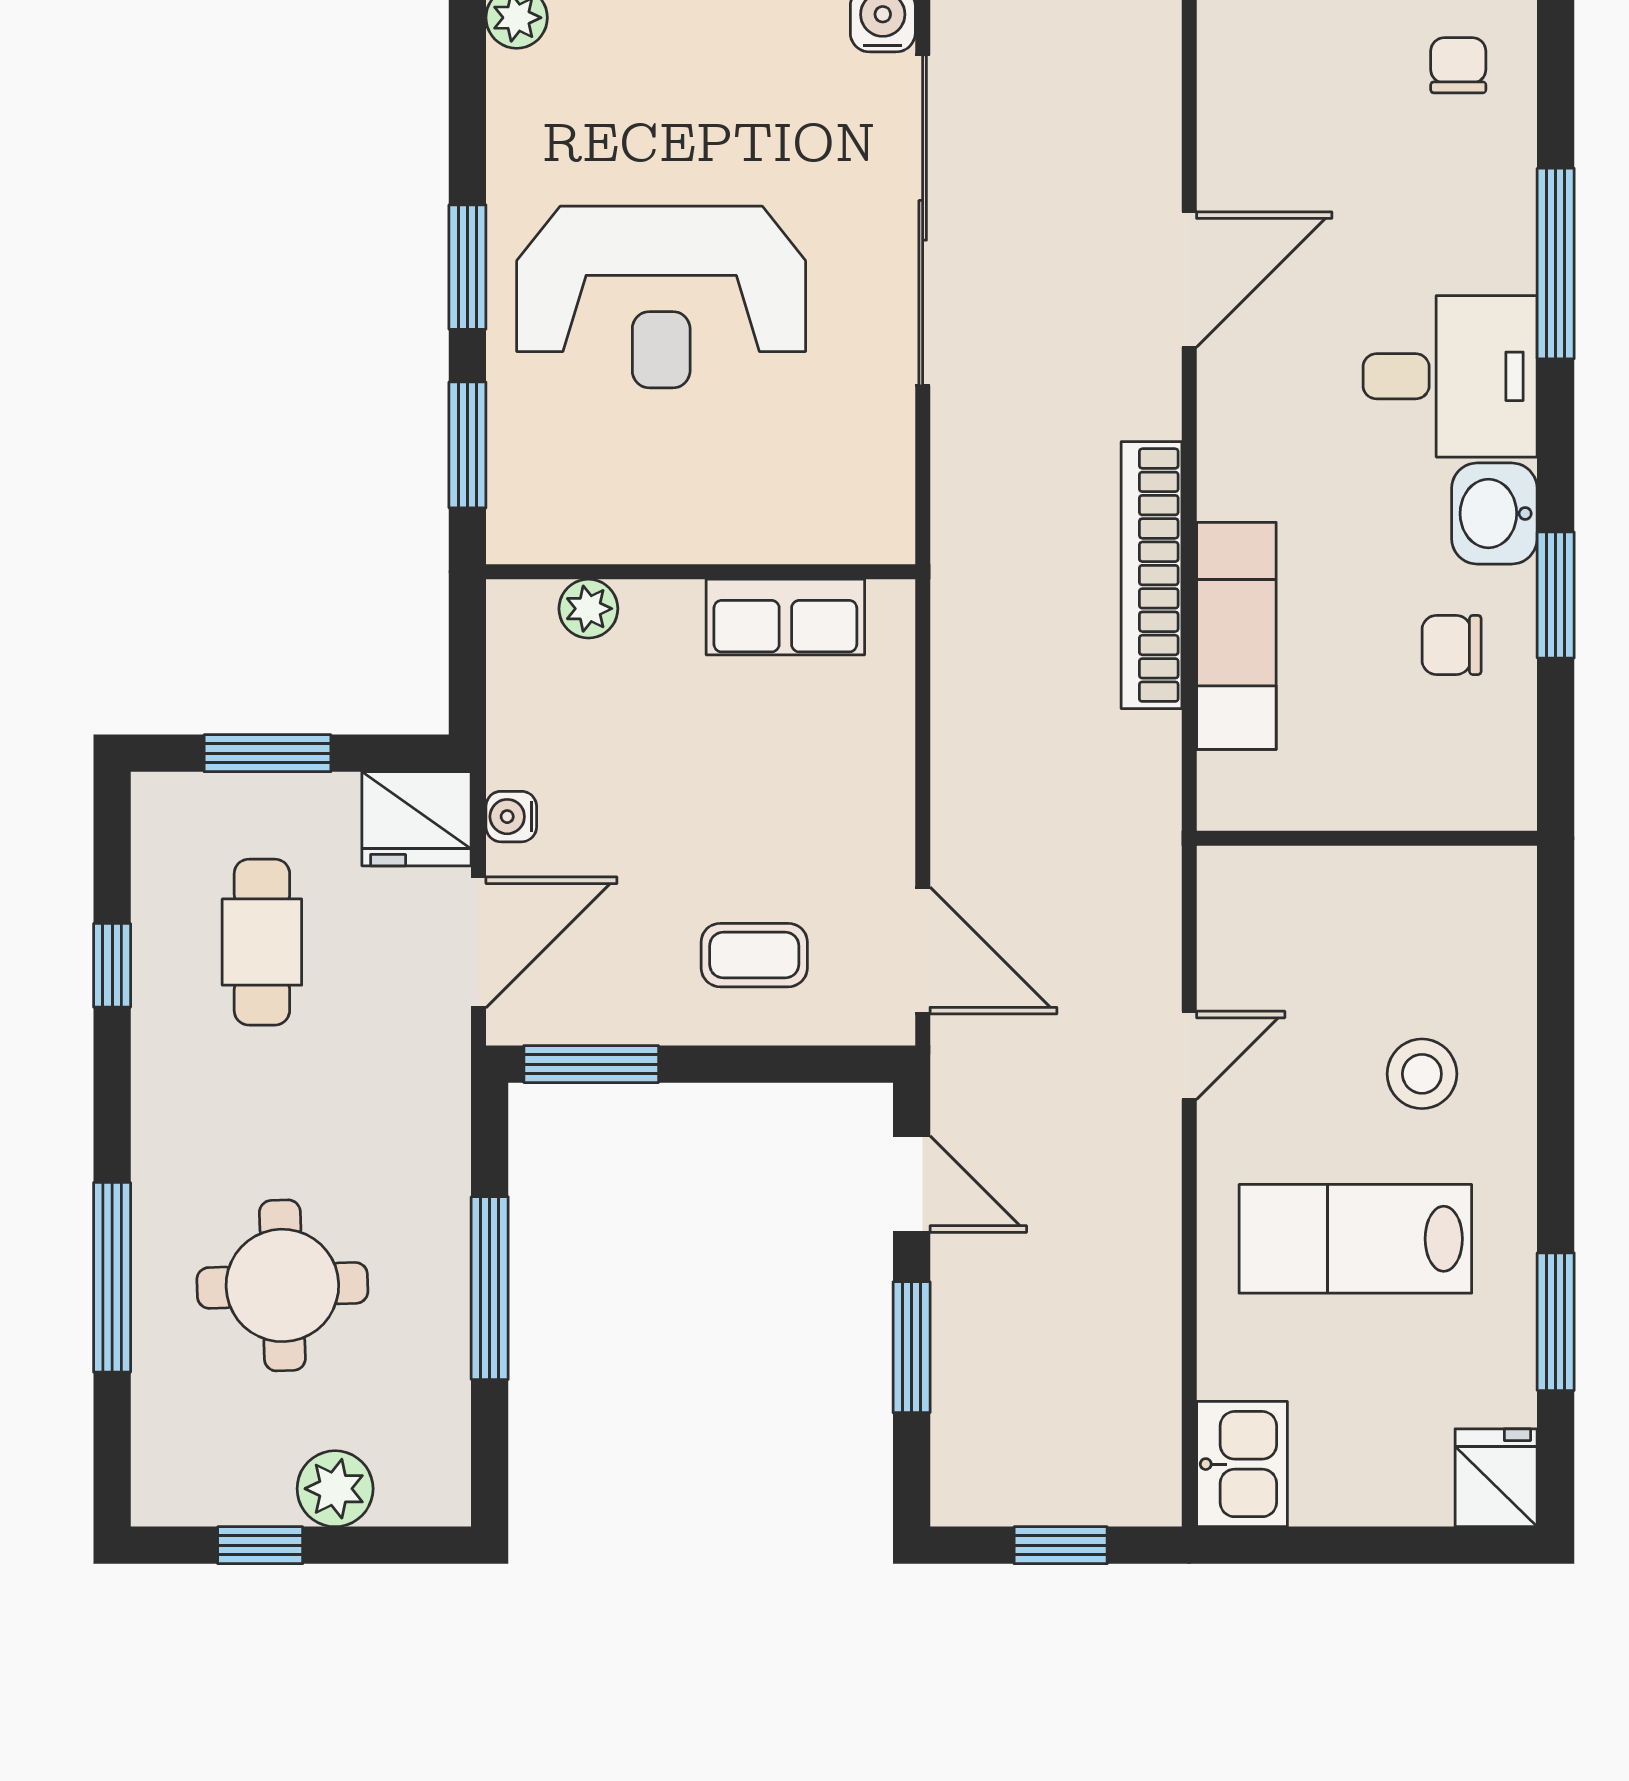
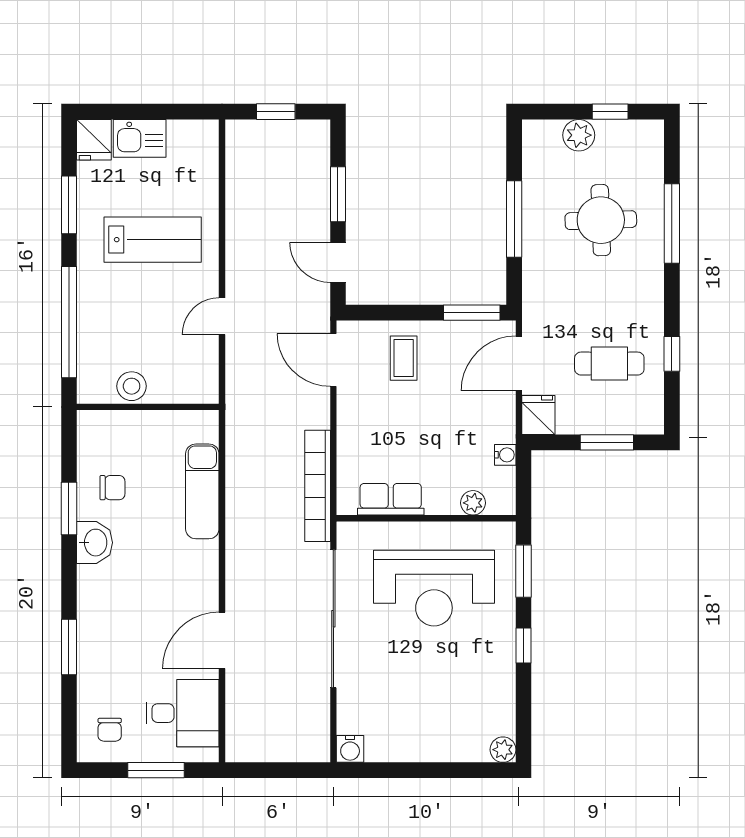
sliding door: (923, 220) -> (333, 619), moved
window: (1556, 263) -> (69, 647), width x0.69
window: (467, 267) -> (523, 645), width x0.67
reception desk: (661, 297) -> (434, 588), moved, turned 180
desk: (1450, 376) -> (183, 713), moved, turned 180
bookcase: (1151, 575) -> (318, 486), moved, turned 180
water cooler: (511, 817) -> (505, 455), moved
fridge: (416, 819) -> (538, 415), width x0.72
cafe table: (262, 942) -> (609, 364), turned 90
coffee table: (754, 955) -> (404, 358), turned 90
window: (1556, 1041) -> (69, 322), added
stool: (1422, 1074) -> (132, 386), moved
kitchen sink: (1242, 1464) -> (140, 138), moved, turned -90

